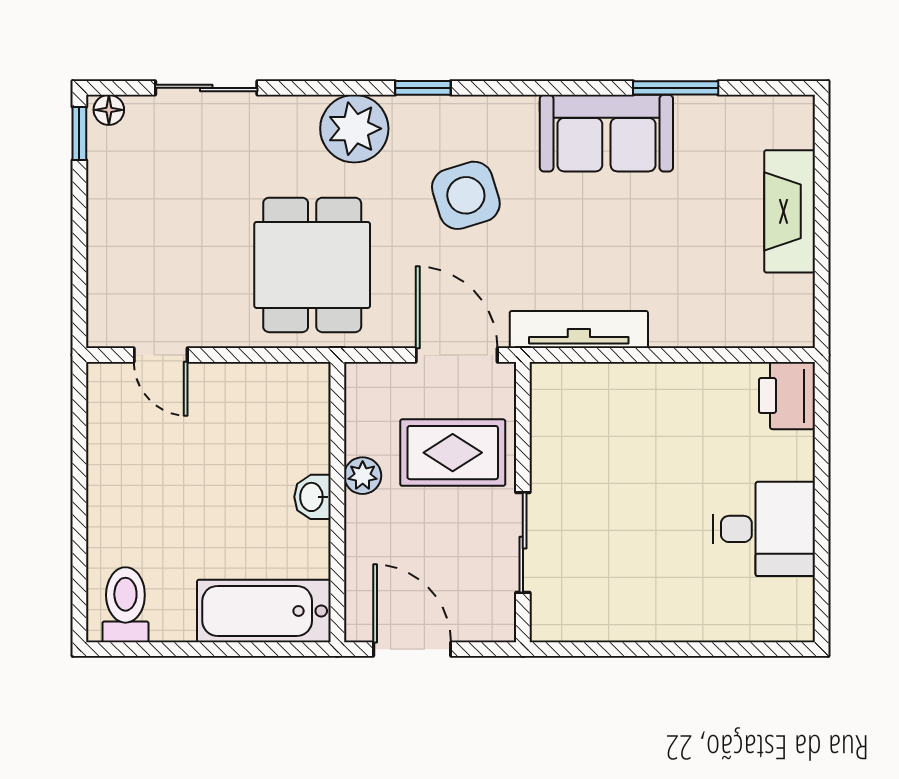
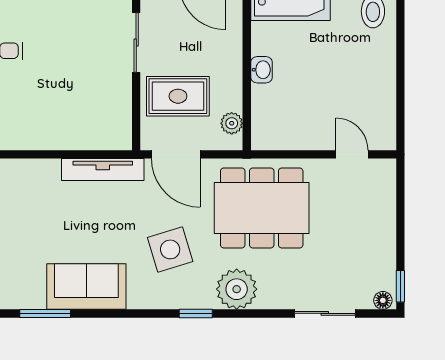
dining table: (312, 265) -> (262, 208), width x1.38
plant: (363, 476) -> (232, 123), moved

